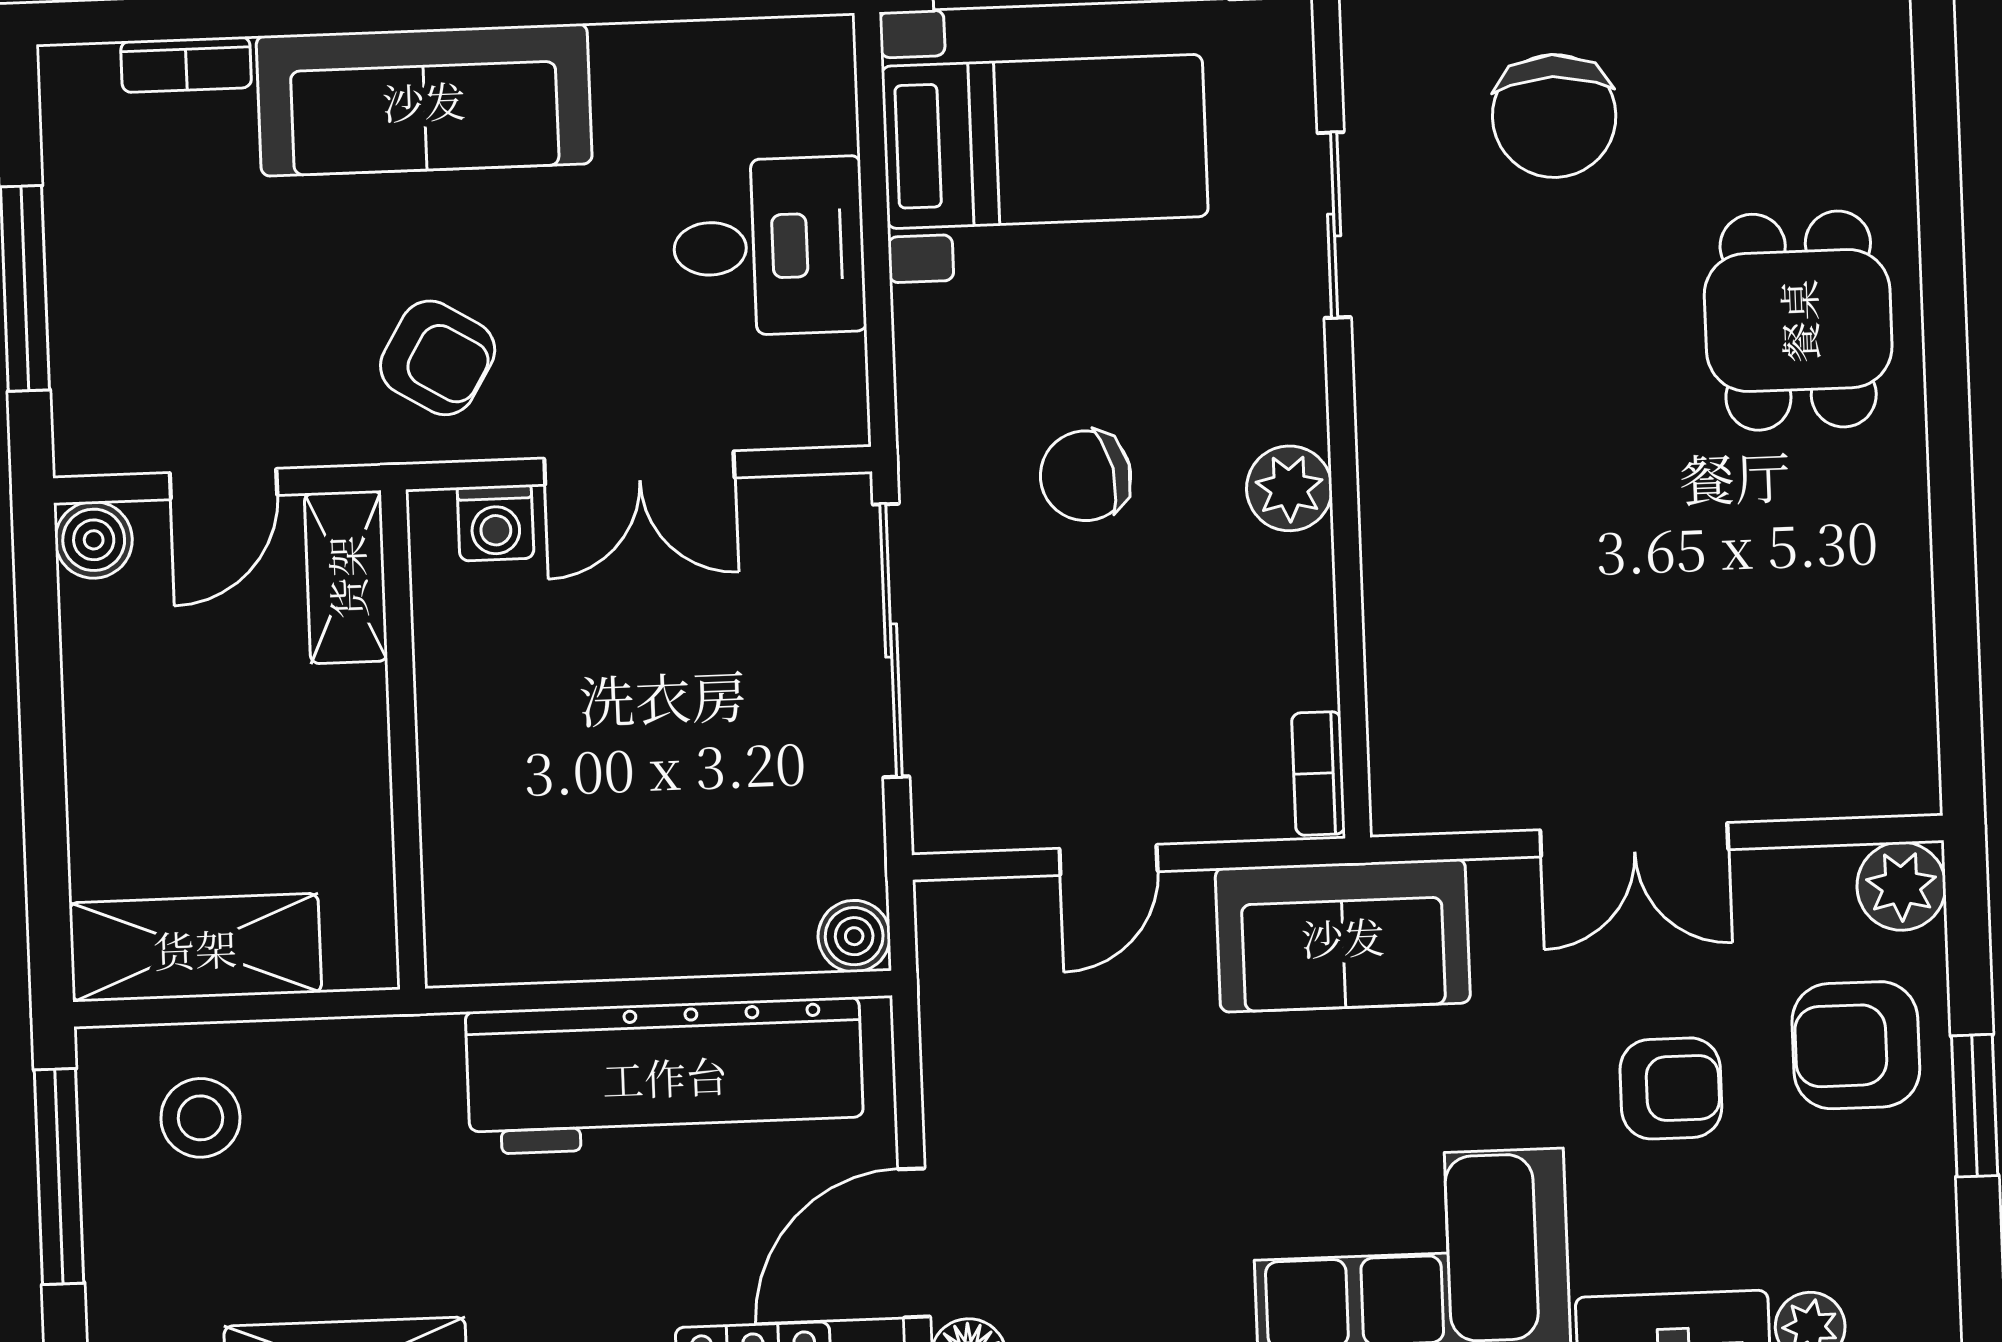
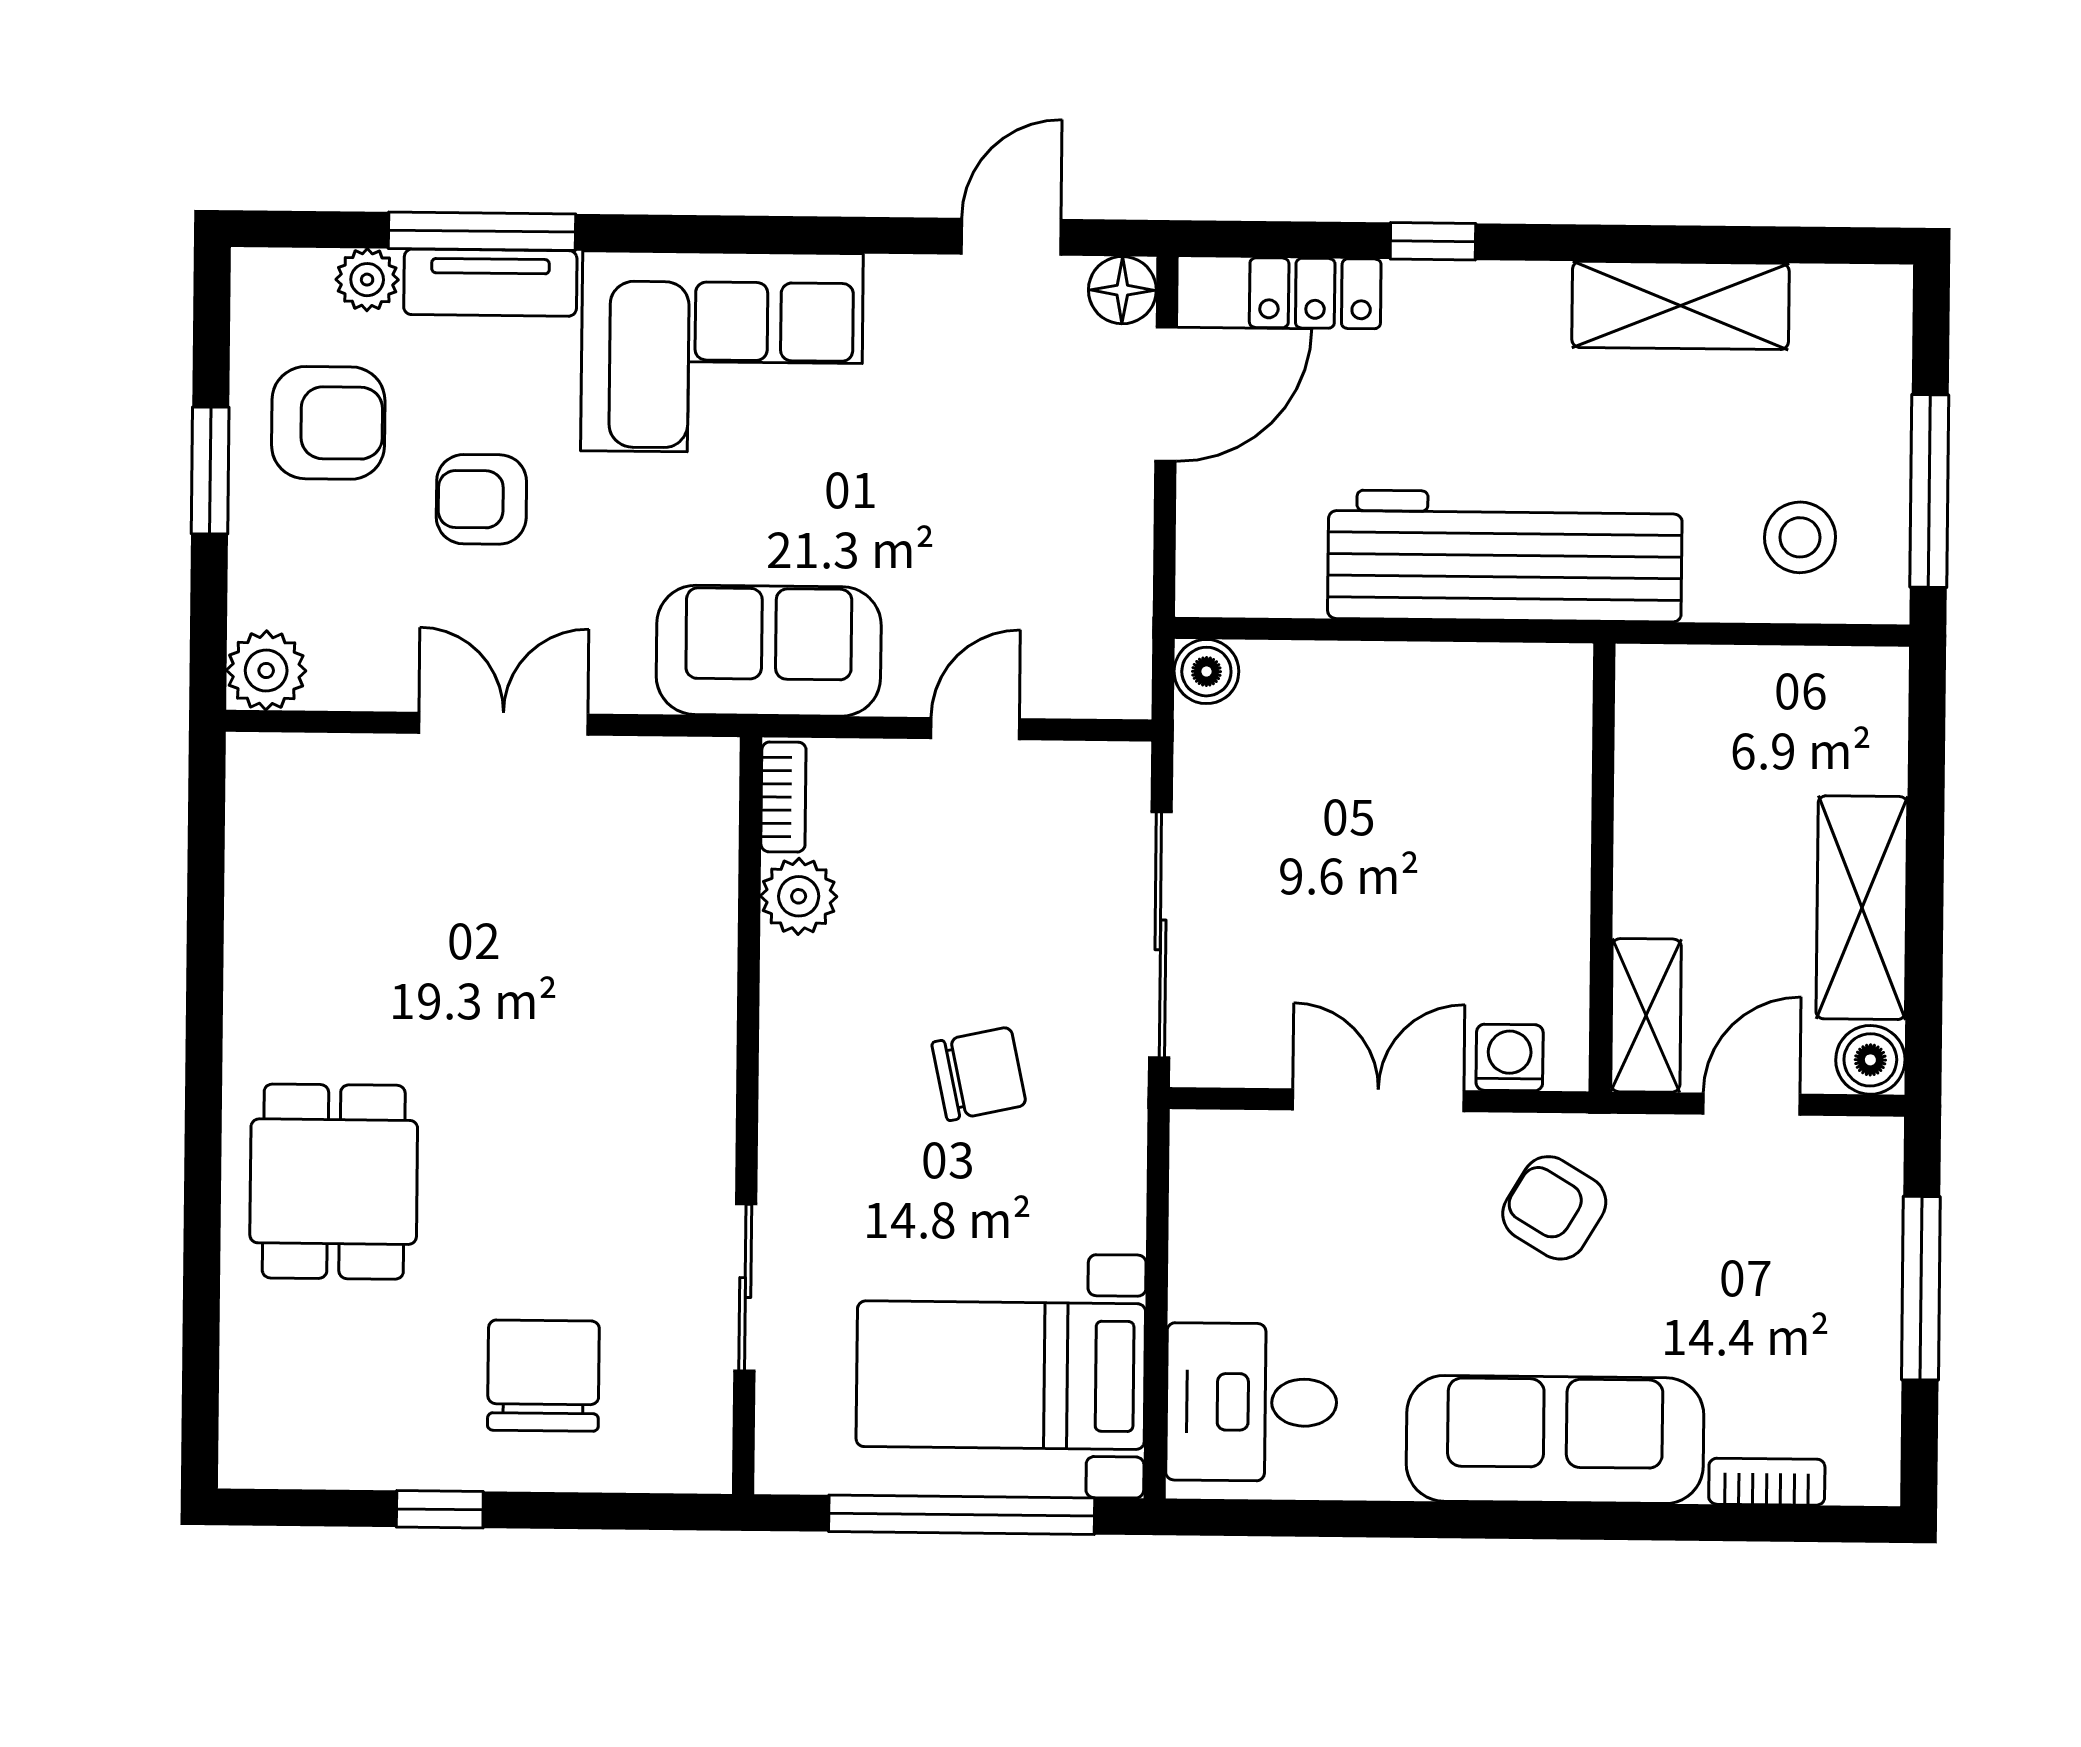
desk: (769, 247) -> (1251, 1402), moved
plant: (1289, 488) -> (799, 896), moved
shelving: (195, 948) -> (1862, 908), moved, turned 90
armchair: (1856, 1045) -> (328, 423), moved
workbench: (665, 1076) -> (1505, 556), moved

